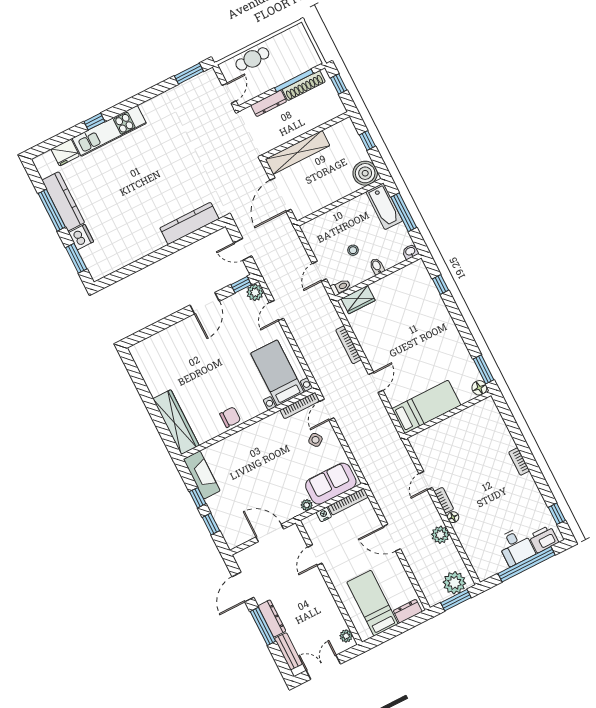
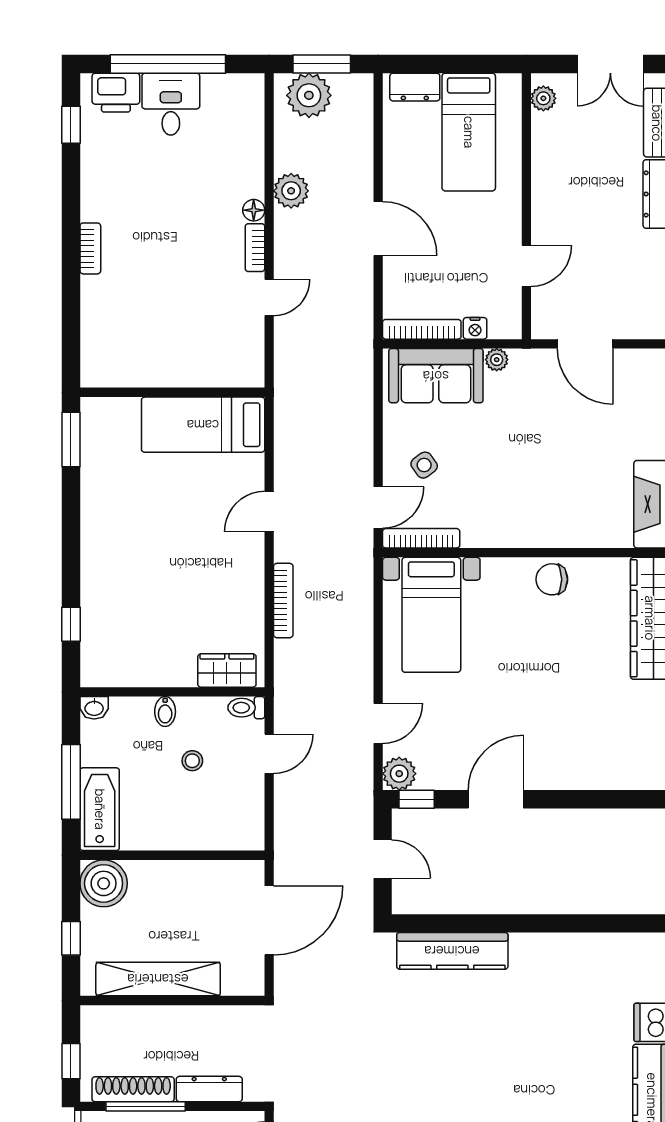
shelving: (297, 152) -> (158, 979), moved
floor lamp: (479, 388) -> (94, 411), removed

